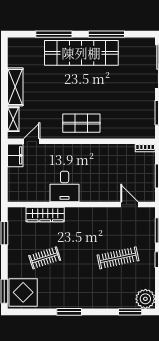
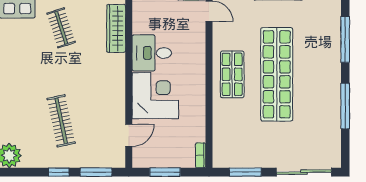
shop shelf: (81, 53) -> (277, 74), moved
corner desk: (98, 184) -> (155, 96), added

